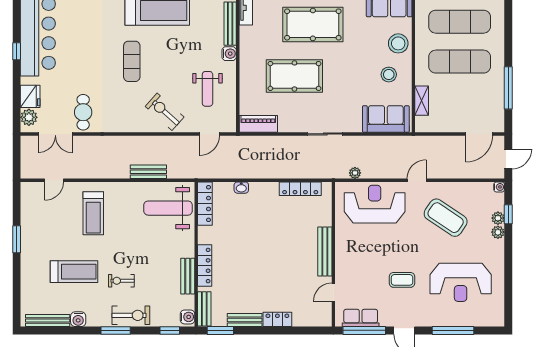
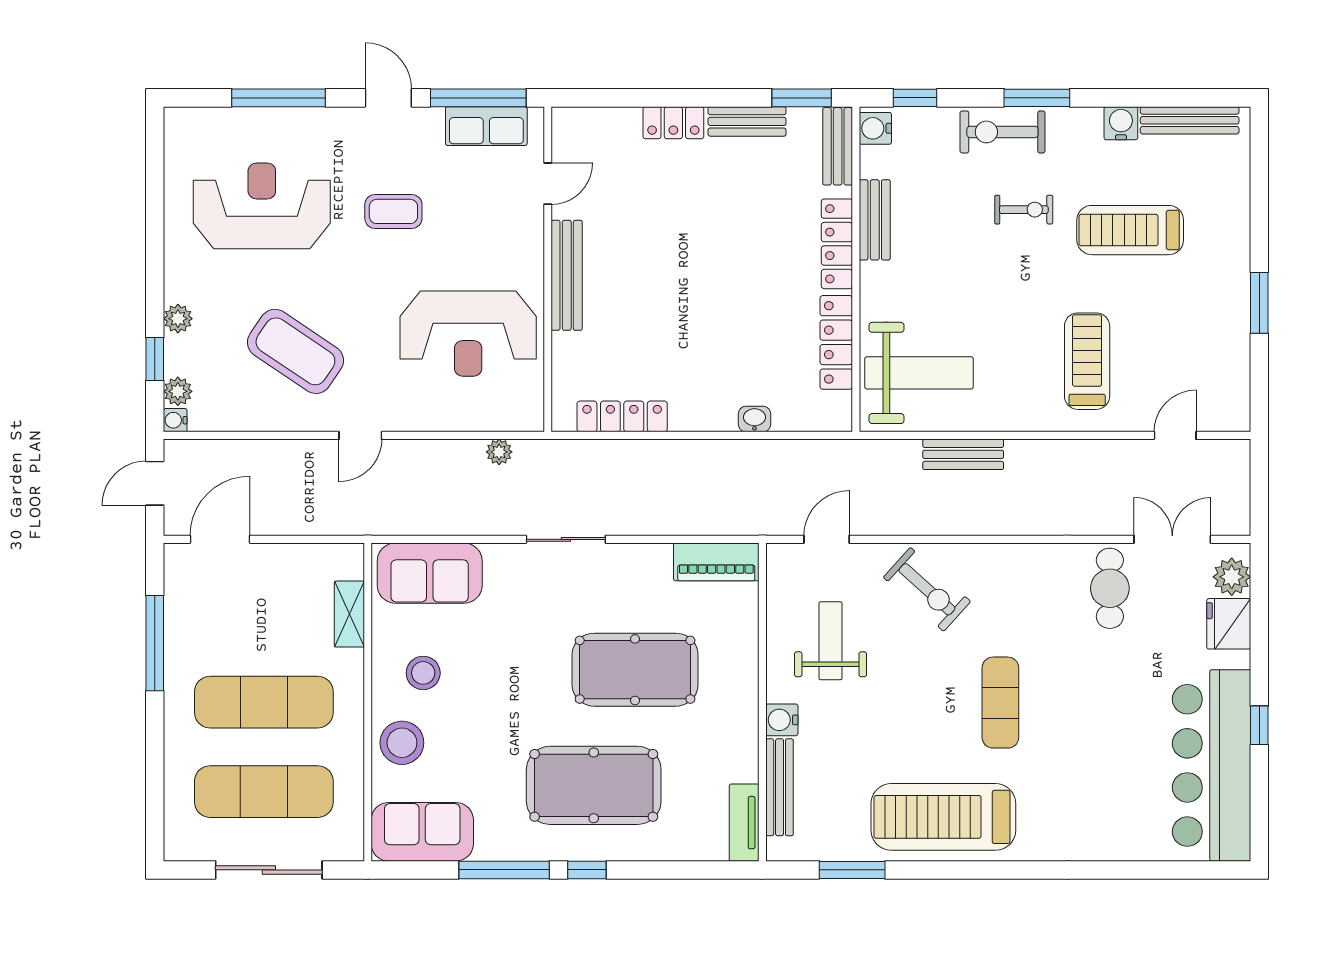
locker: (205, 204) -> (836, 342), moved
reception desk: (375, 204) -> (468, 334), moved
plant: (498, 218) -> (178, 391), moved

